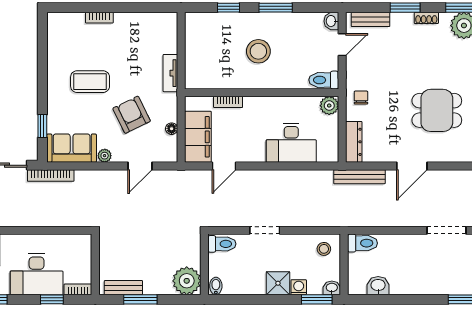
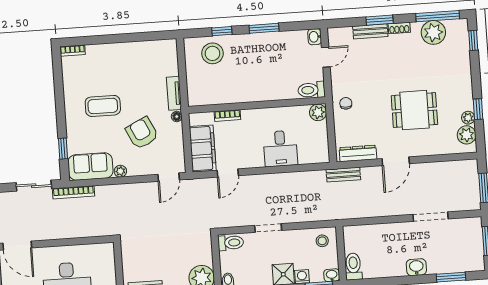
bookcase: (99, 18) -> (73, 51), moved
bench: (371, 19) -> (370, 31), moved
stool: (258, 51) -> (212, 53), moved
floor lamp: (172, 129) -> (177, 117), moved
dresser: (354, 142) -> (358, 153), moved, turned -90
desk: (291, 143) -> (280, 149), width x0.73
door: (140, 166) -> (169, 177), moved
bench: (359, 177) -> (343, 175), width x0.73
toilet: (362, 243) -> (353, 266), moved, turned -90
washbasin: (378, 286) -> (416, 267), moved

